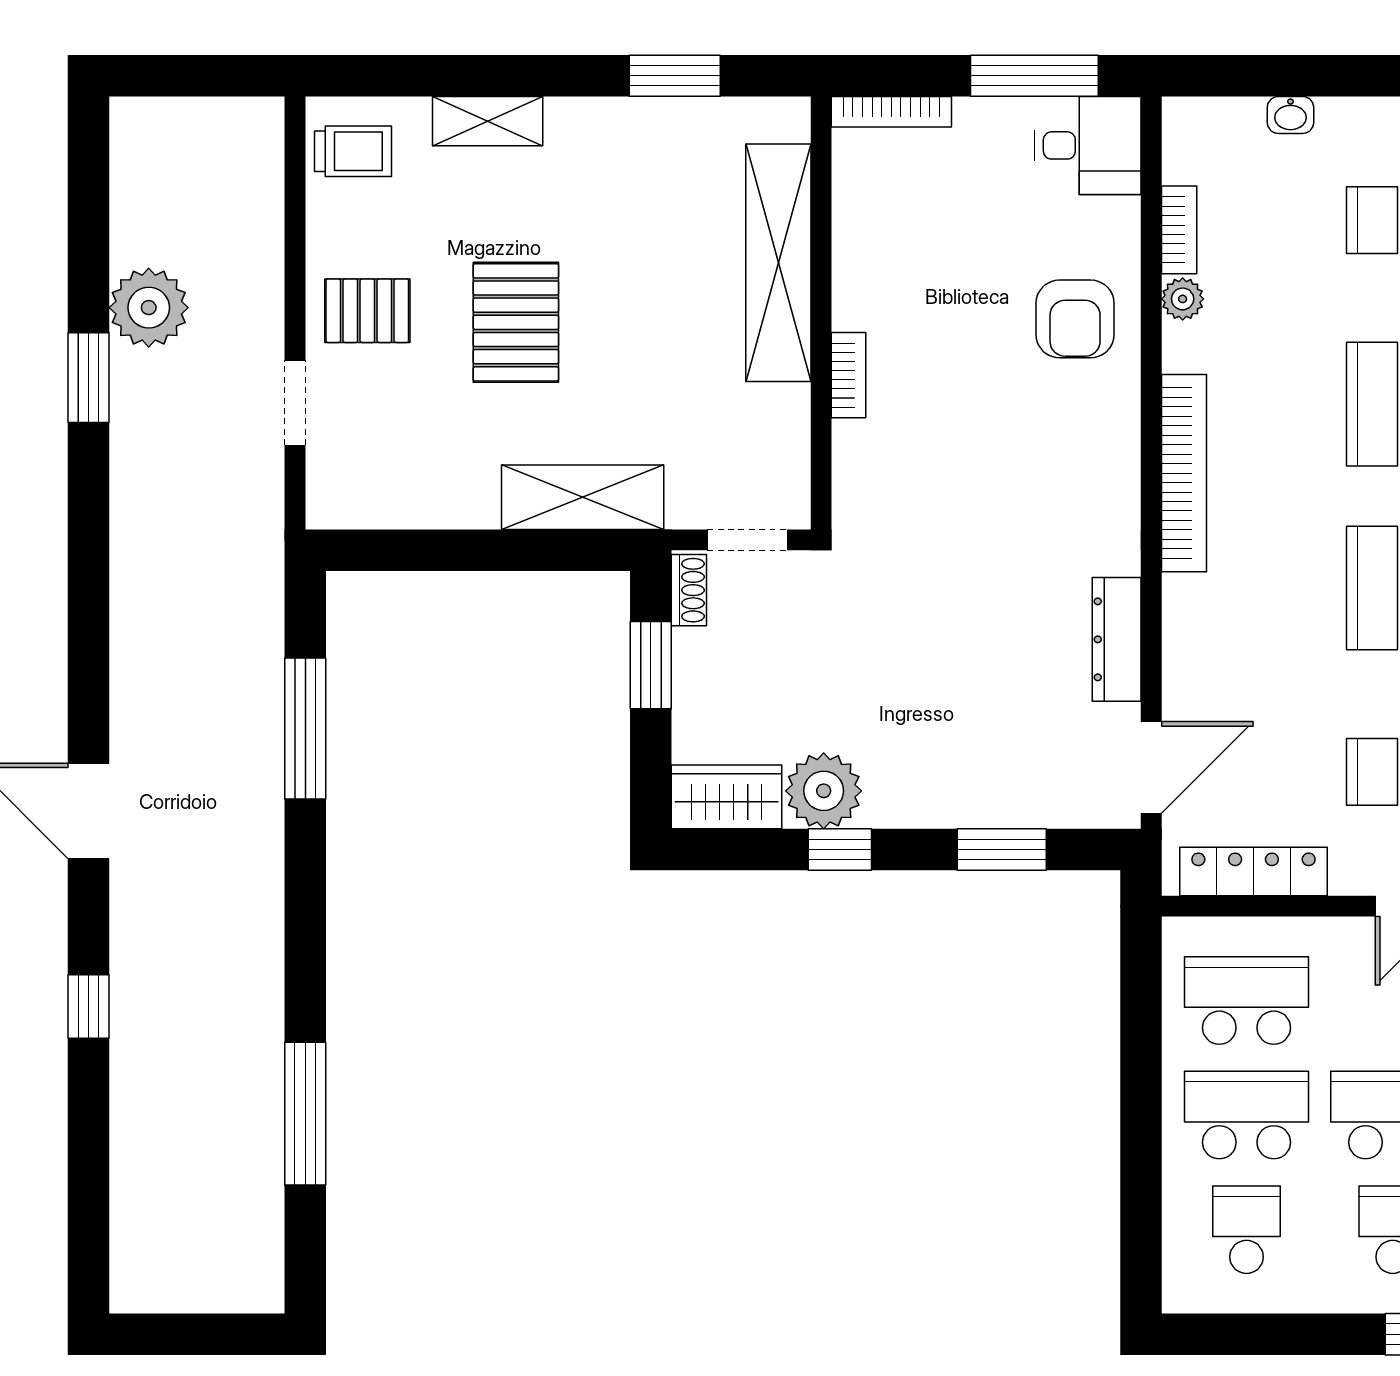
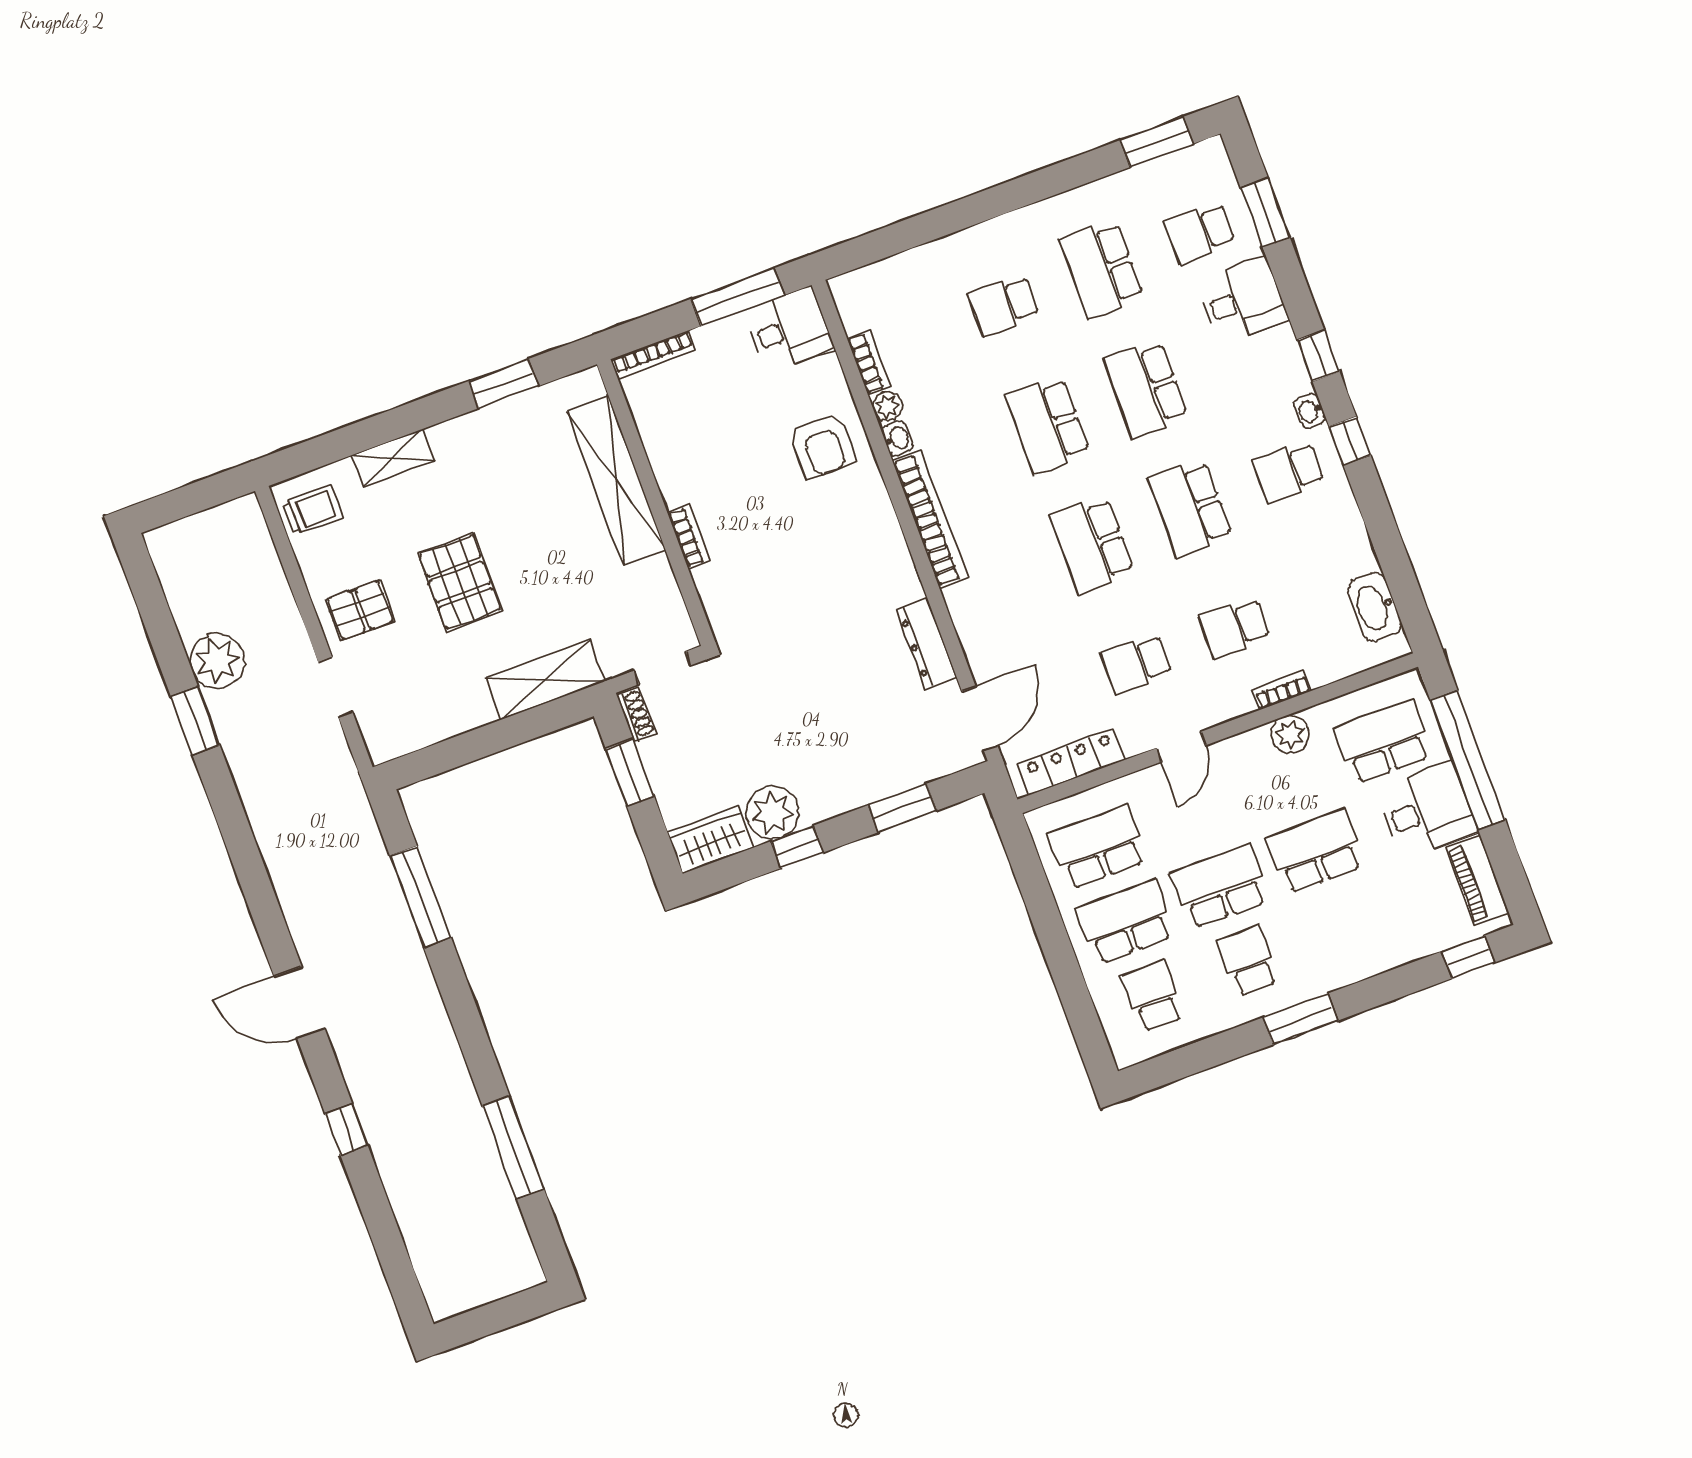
washbasin: (1290, 115) -> (898, 438), moved, turned -90

